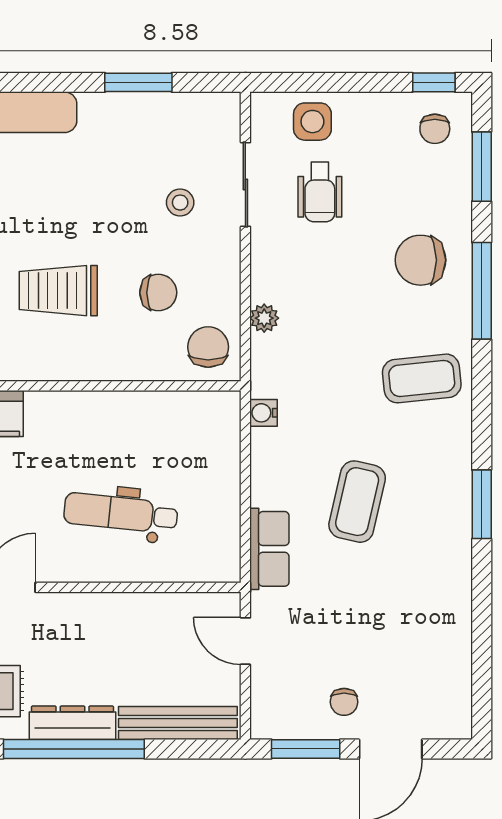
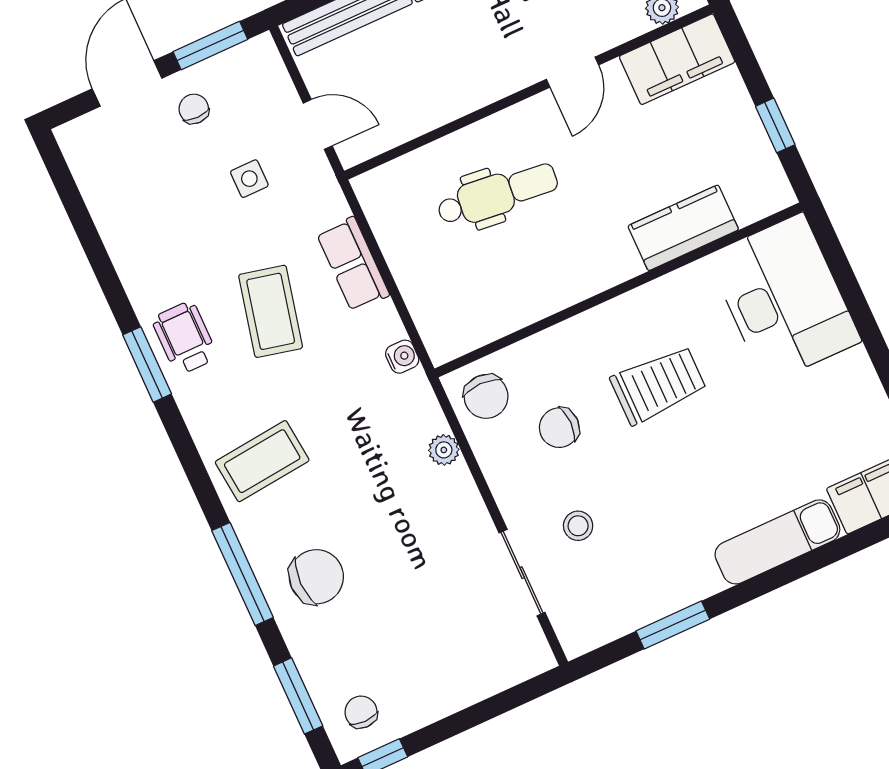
side table: (312, 122) -> (249, 179), moved, width x0.73, depth x0.73
wheelchair: (320, 192) -> (185, 338), moved
row of seats: (269, 549) -> (353, 264), moved

